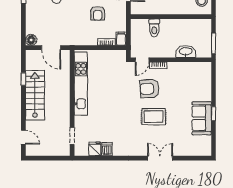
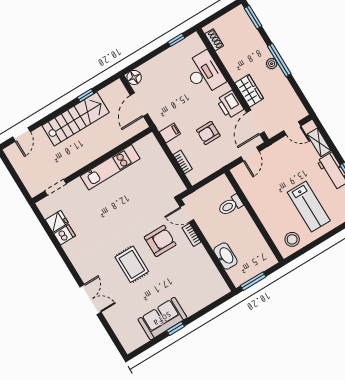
filing cabinet: (121, 39) -> (170, 133), moved
kitchen unit: (81, 83) -> (110, 167), width x0.73
armchair: (150, 89) -> (160, 241), turned 94

